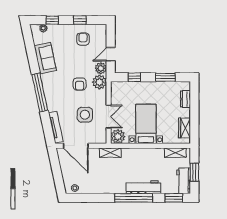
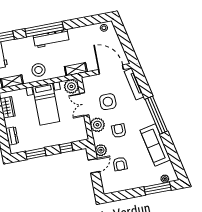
window: (52, 20) -> (158, 188), width x2.17
window: (80, 20) -> (130, 194), removed
armchair: (83, 39) -> (120, 164), moved
sofa: (45, 58) -> (155, 145), width x1.36
plant: (99, 82) -> (97, 125), moved
stool: (147, 159) -> (38, 70), added
workbench: (143, 187) -> (51, 39), moved

